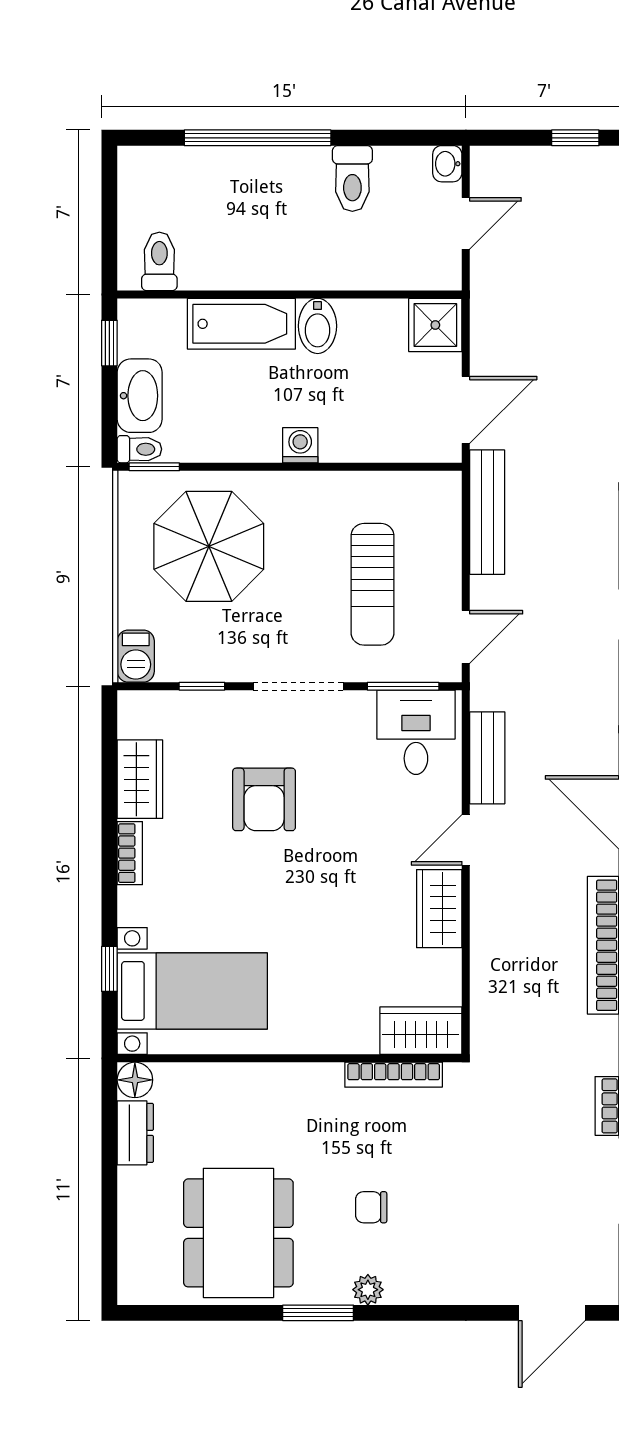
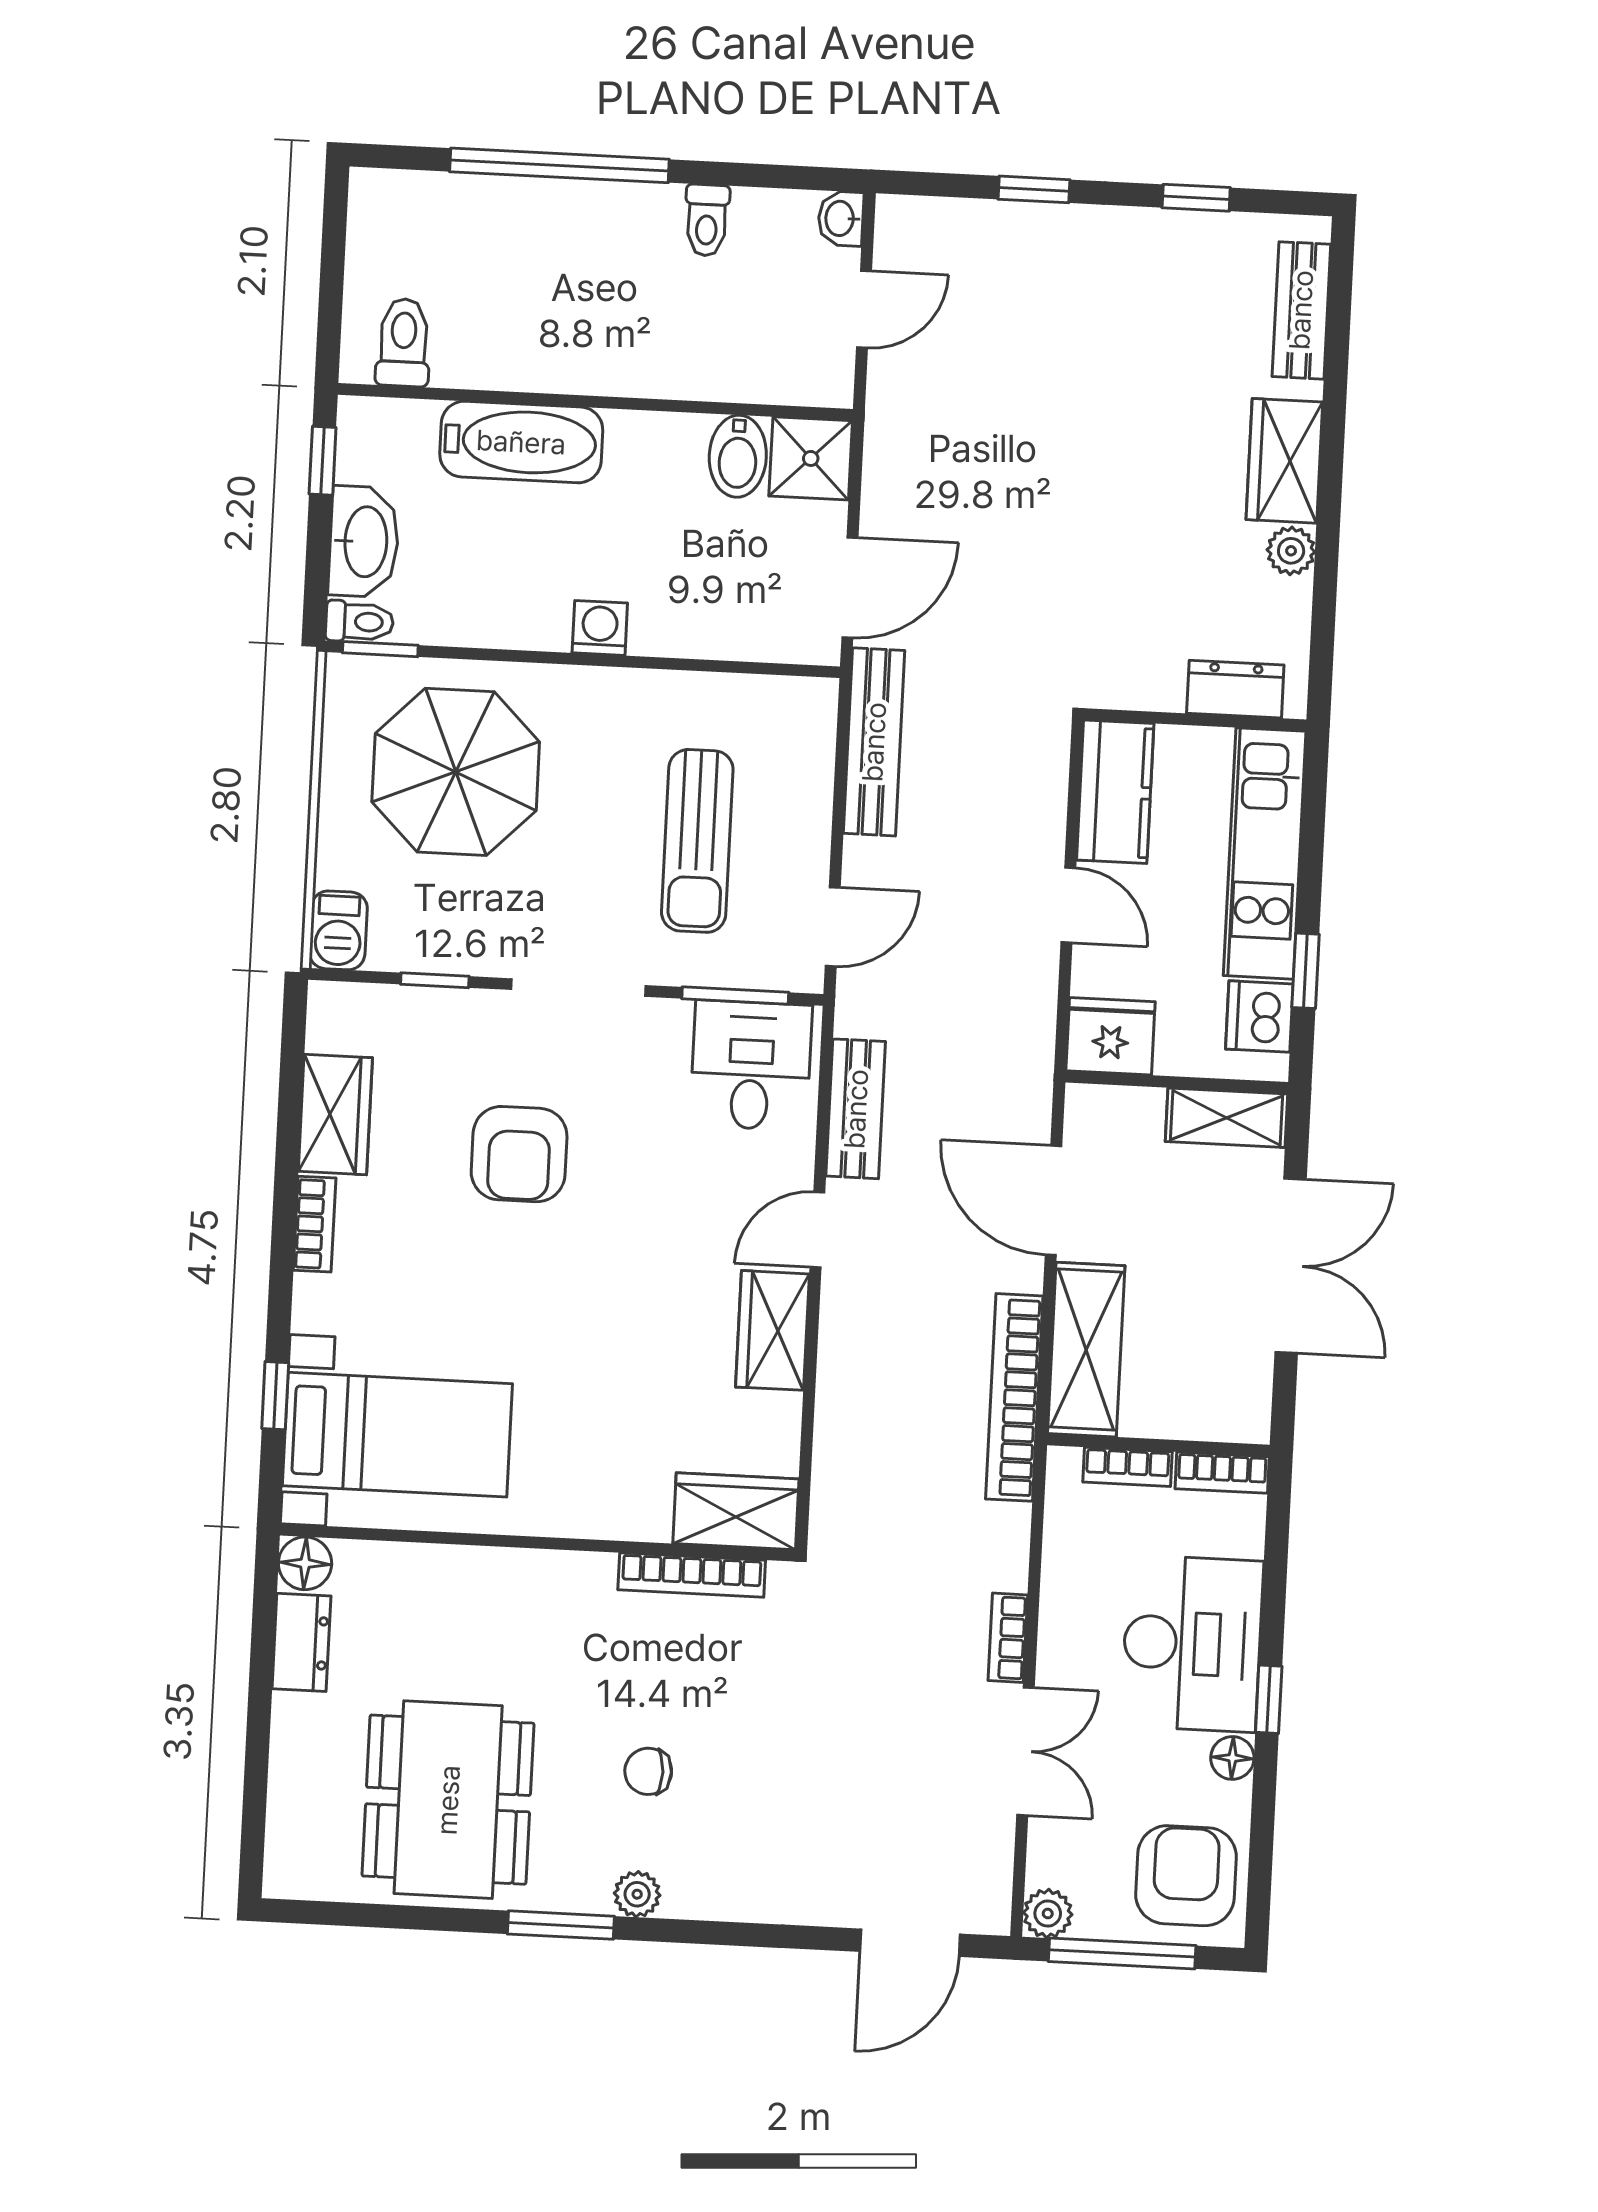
toilet: (352, 179) -> (707, 220), width x0.73, depth x0.72
bidet: (318, 326) -> (738, 456), moved

